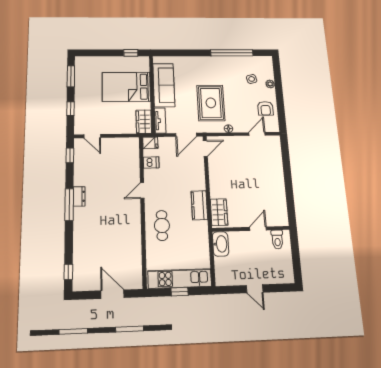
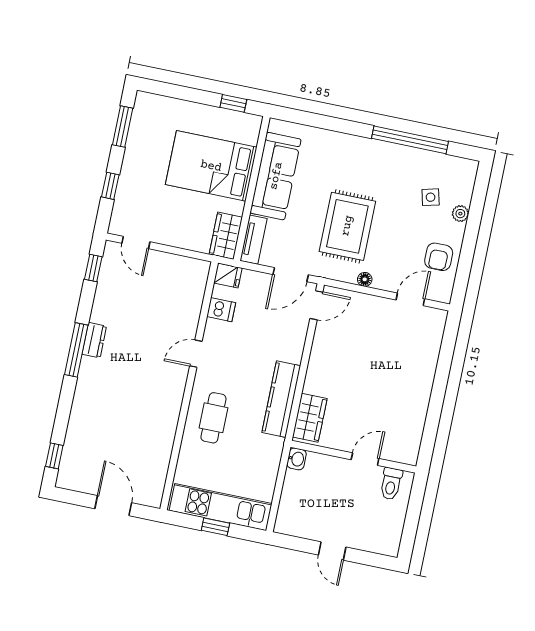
kitchen counter: (199, 205) -> (281, 399), width x1.50
washbasin: (221, 244) -> (297, 459), width x0.52, depth x0.69

